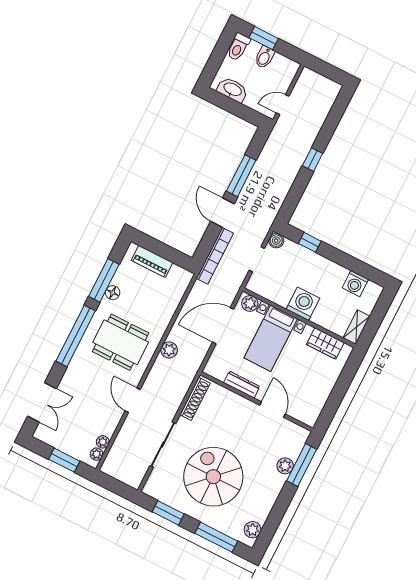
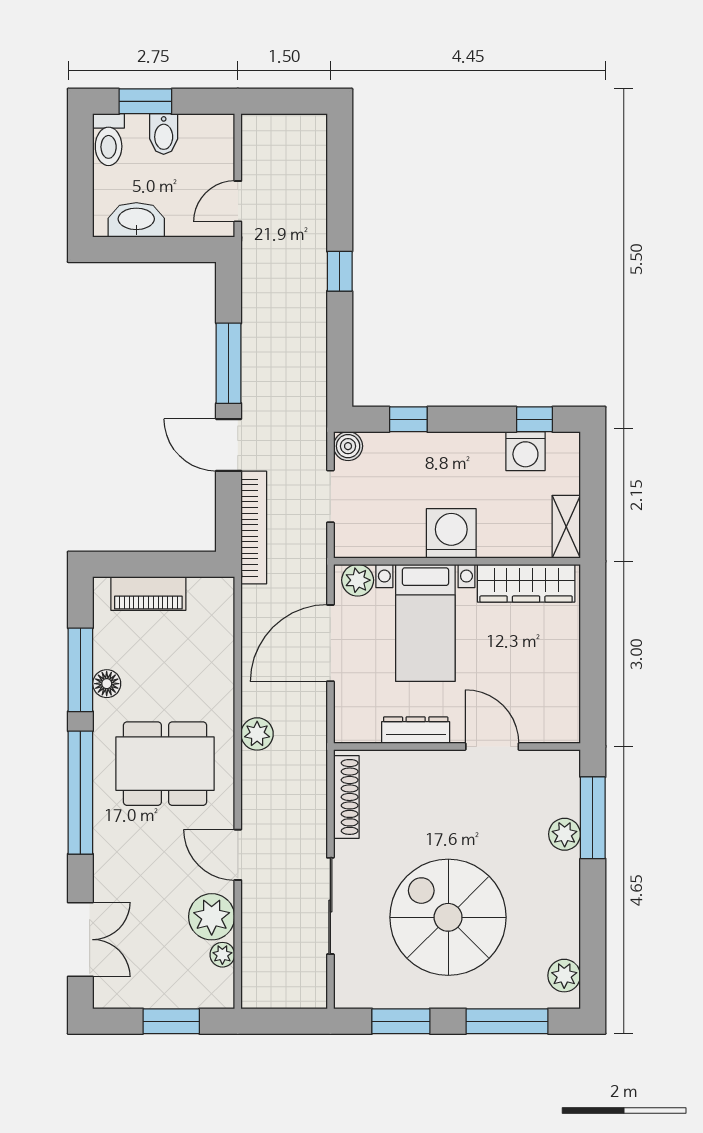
window: (367, 271) -> (534, 419), added
wardrobe: (325, 343) -> (526, 583), width x1.50
plant: (96, 454) -> (212, 917), moved, width x1.87, depth x1.87

